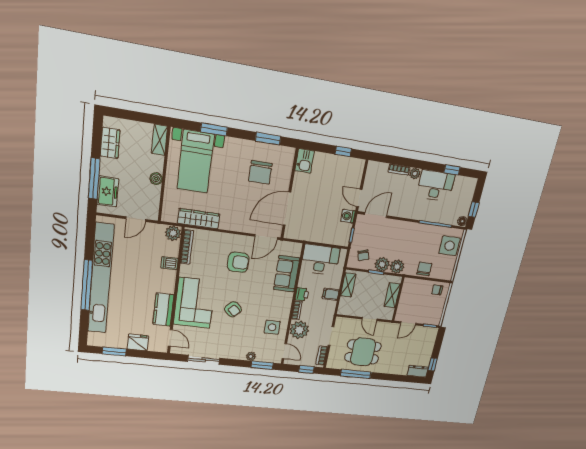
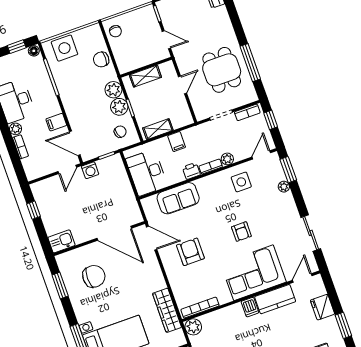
filing cabinet: (400, 209) -> (56, 122), added
dishwasher: (169, 263) -> (250, 307), moved
armchair: (233, 309) -> (241, 232), turned 135
plant: (299, 330) -> (227, 159), width x0.53, depth x0.53

